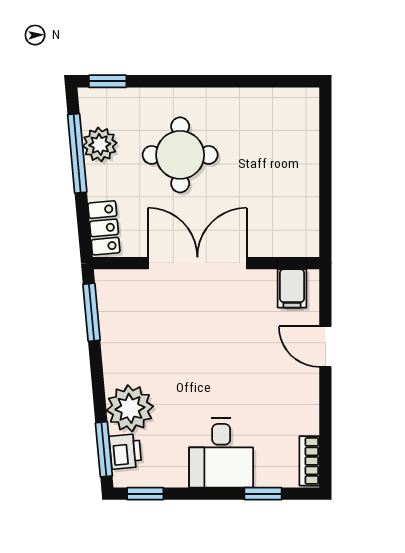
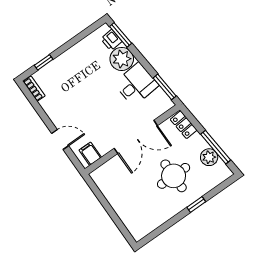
window: (108, 81) -> (196, 205), moved
desk: (221, 453) -> (136, 84), moved, turned 85
window: (145, 494) -> (91, 29), removed

